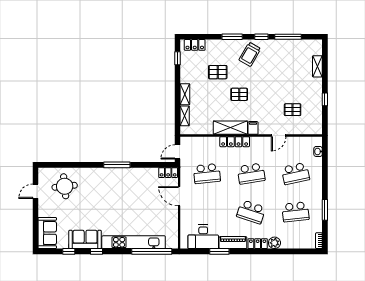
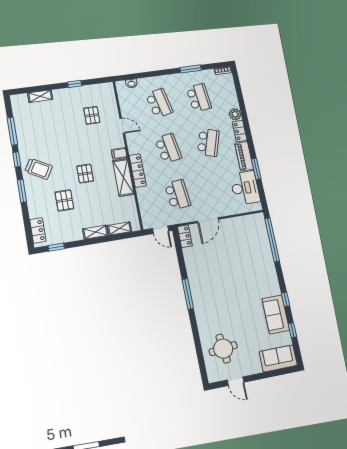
kitchen unit: (134, 242) -> (267, 261), removed

